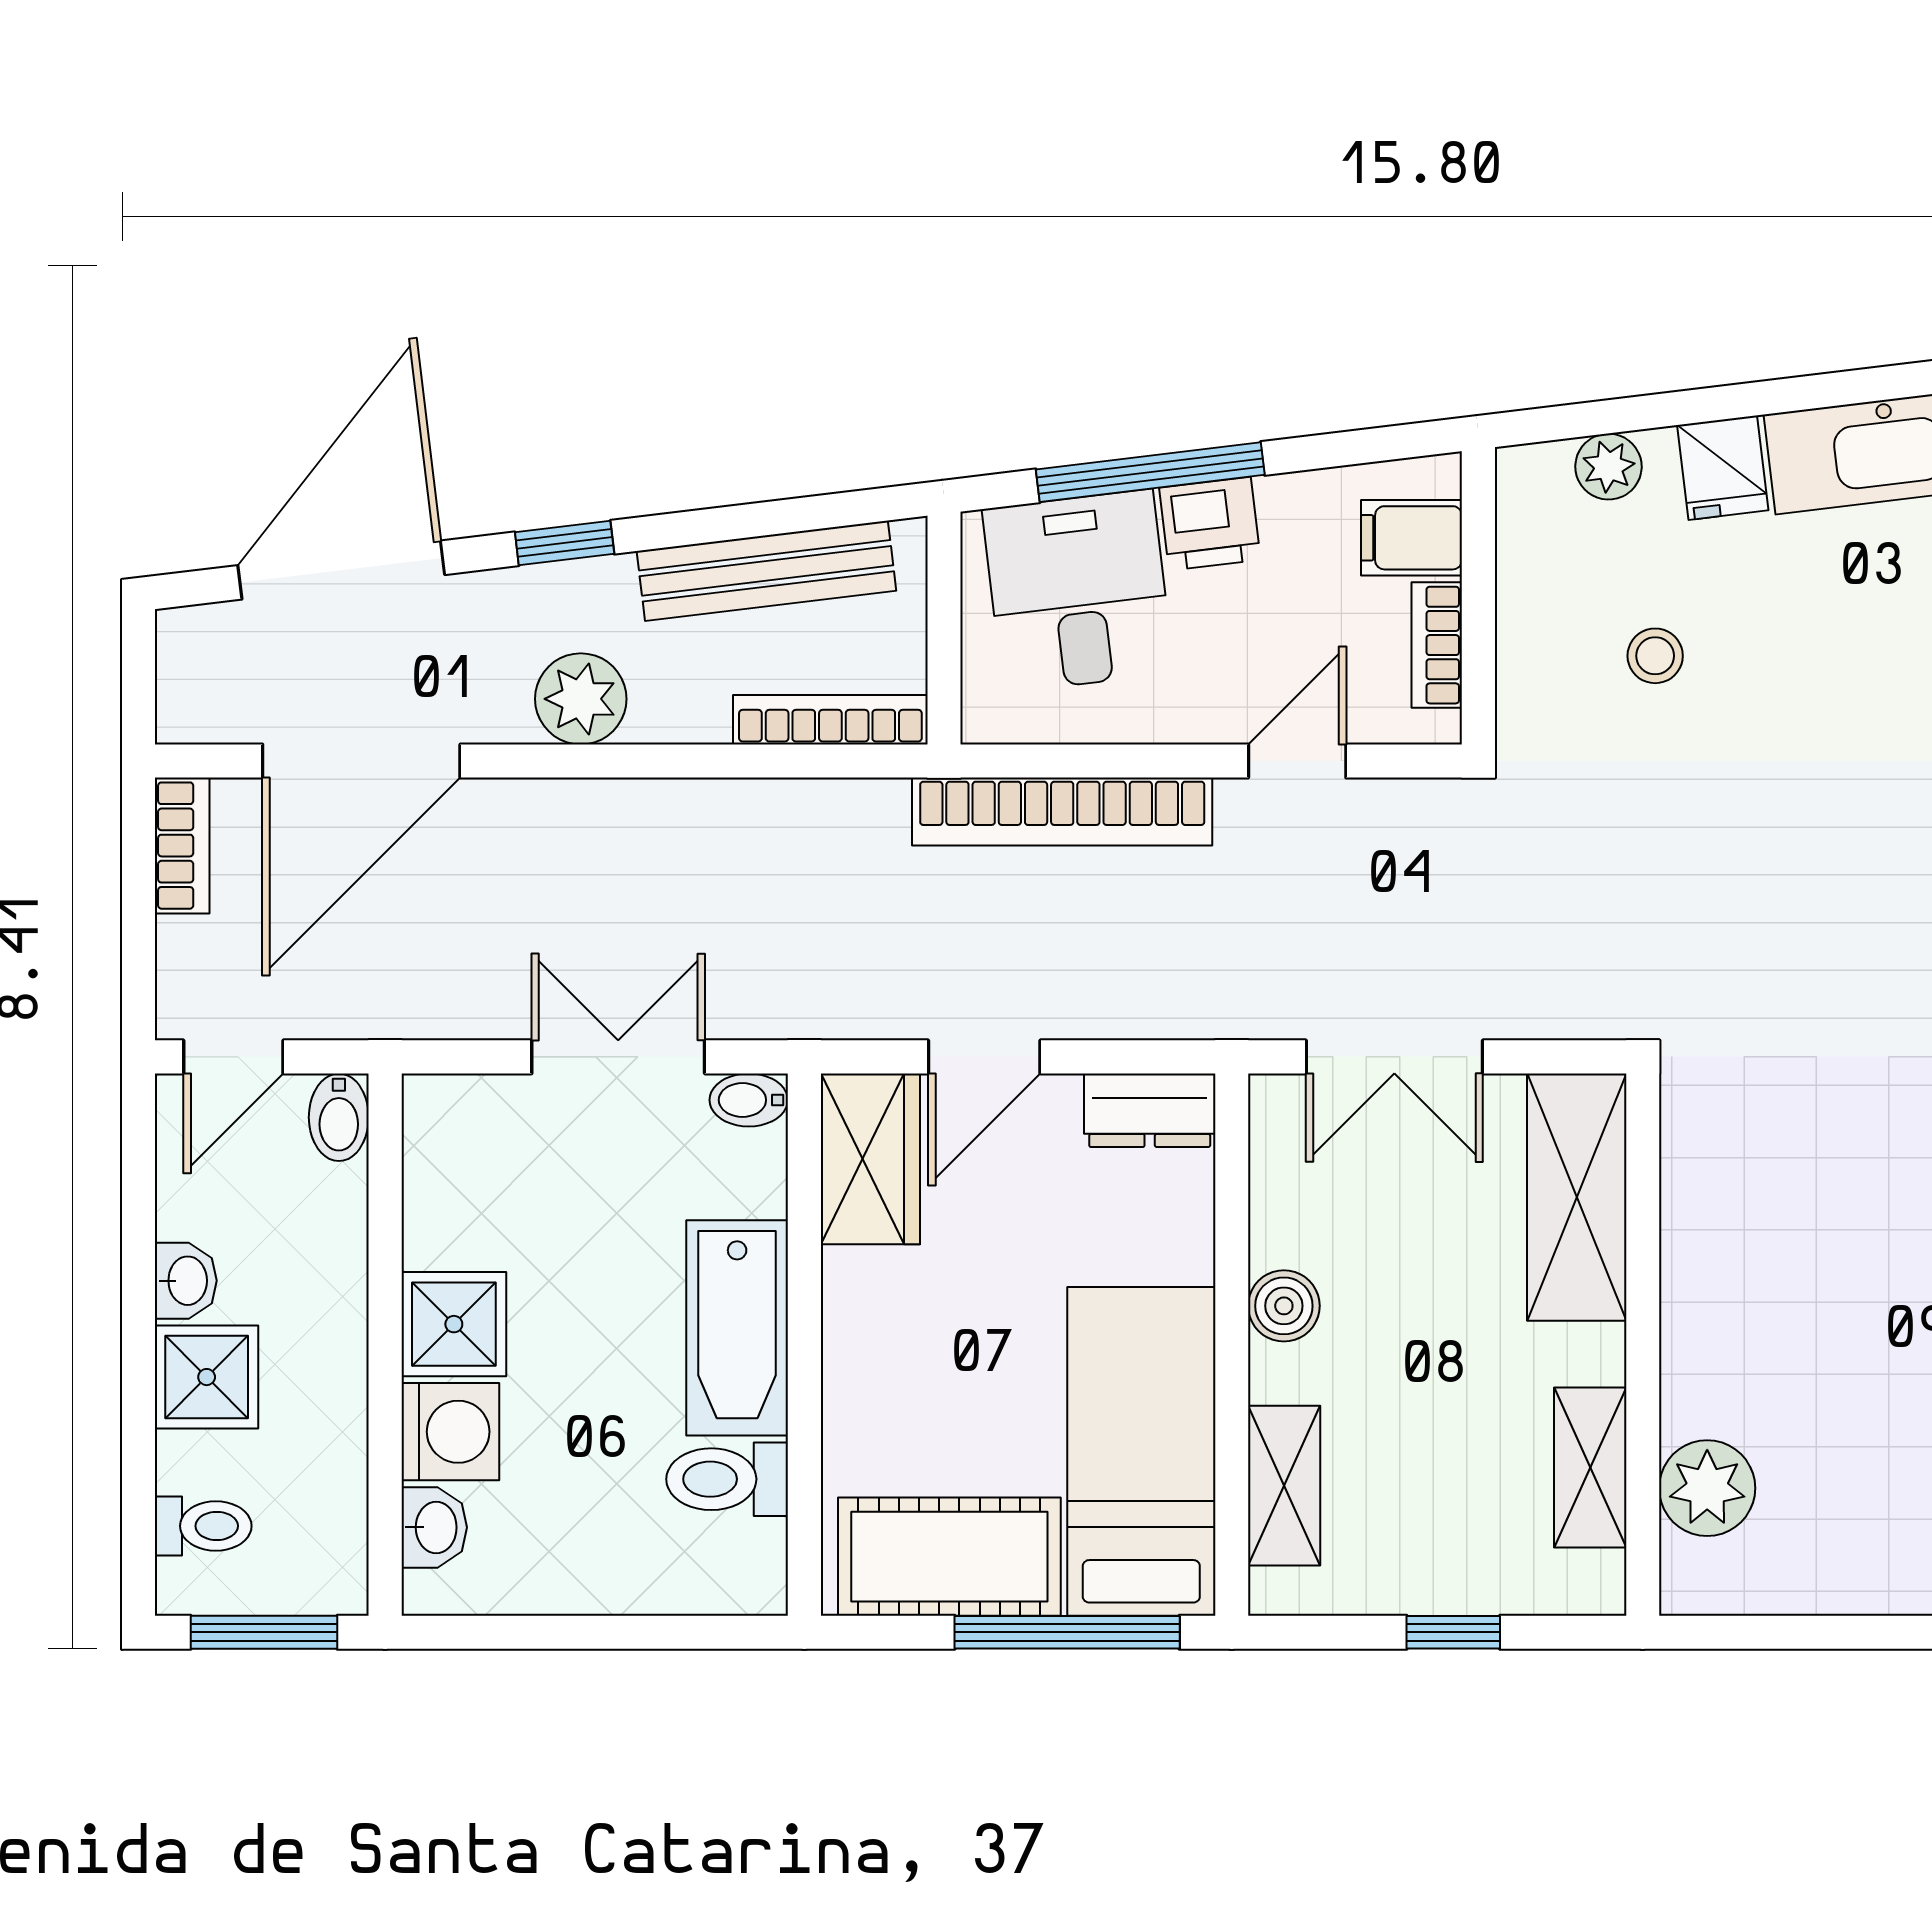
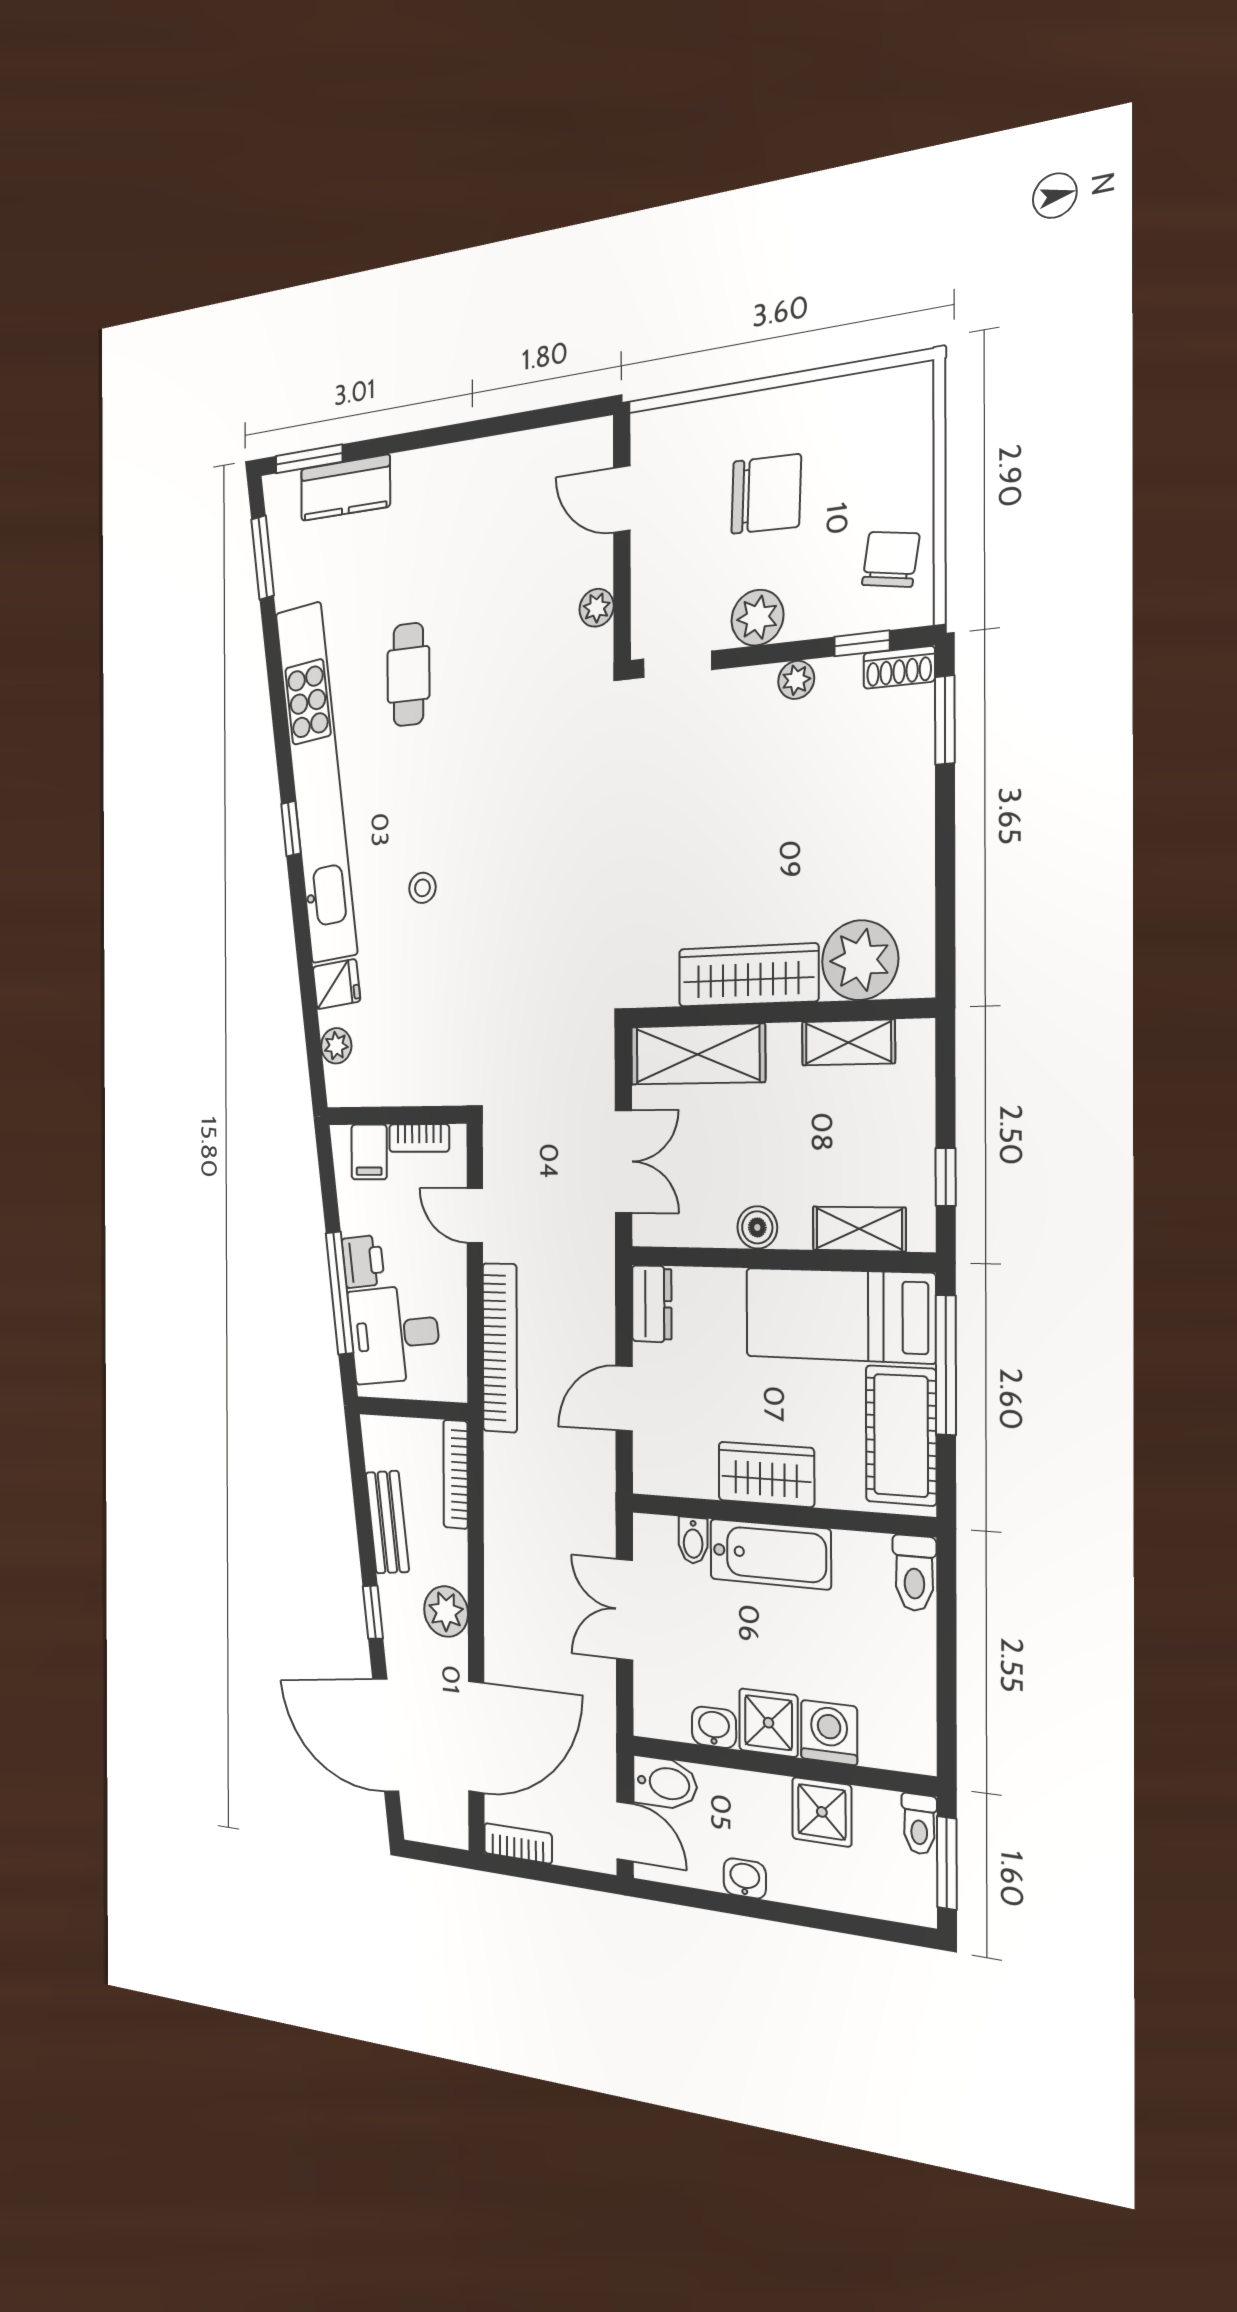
bench: (766, 571) -> (387, 1522), width x0.73
stool: (1655, 656) -> (422, 888), moved
door: (361, 761) -> (476, 1737), hinge flipped
door: (984, 1057) -> (624, 1398), swing flipped
bidet: (749, 1100) -> (693, 1540), moved
bidet: (339, 1117) -> (665, 1783), width x1.38, depth x1.36
wardrobe: (870, 1159) -> (766, 1474), moved
wardrobe: (1708, 1290) -> (748, 975), added
shower: (207, 1377) -> (822, 1812), moved
toilet: (727, 1479) -> (914, 1573), moved
plant: (1707, 1488) -> (860, 960), width x1.36, depth x1.36
toilet: (203, 1526) -> (919, 1824), moved, turned 180
washbasin: (434, 1527) -> (714, 1727), moved
window: (1453, 1632) -> (946, 1177), moved

